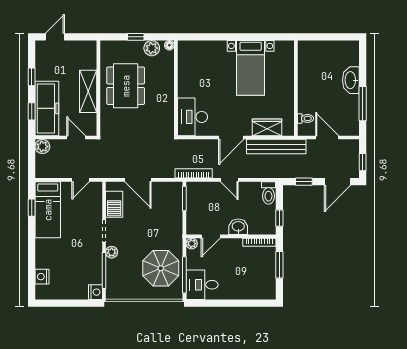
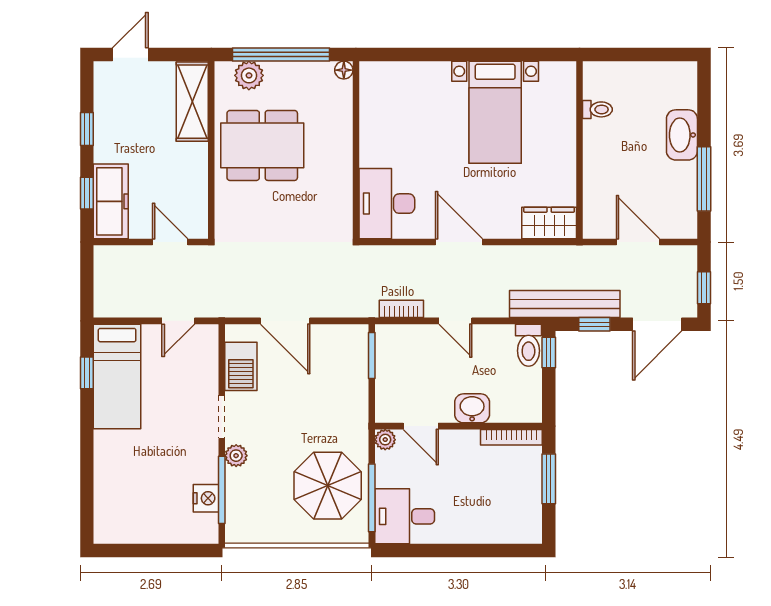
window: (136, 37) -> (281, 54), width x3.17
plant: (152, 48) -> (249, 75), moved
dining table: (126, 86) -> (262, 145), turned 90
shelving: (88, 91) -> (192, 102), moved
freezer: (47, 108) -> (111, 201), width x0.73, depth x0.79
toilet: (305, 118) -> (597, 109), moved
wardrobe: (267, 127) -> (549, 223), moved
door: (231, 138) -> (459, 242), swing flipped
plant: (42, 147) -> (107, 259), removed
bench: (276, 147) -> (565, 304), moved
bookcase: (194, 173) -> (401, 309), width x0.64
window: (279, 218) -> (549, 353), moved
door: (211, 236) -> (421, 426), hinge flipped
nightstand: (42, 277) -> (106, 501), removed
nightstand: (95, 292) -> (206, 498), moved

